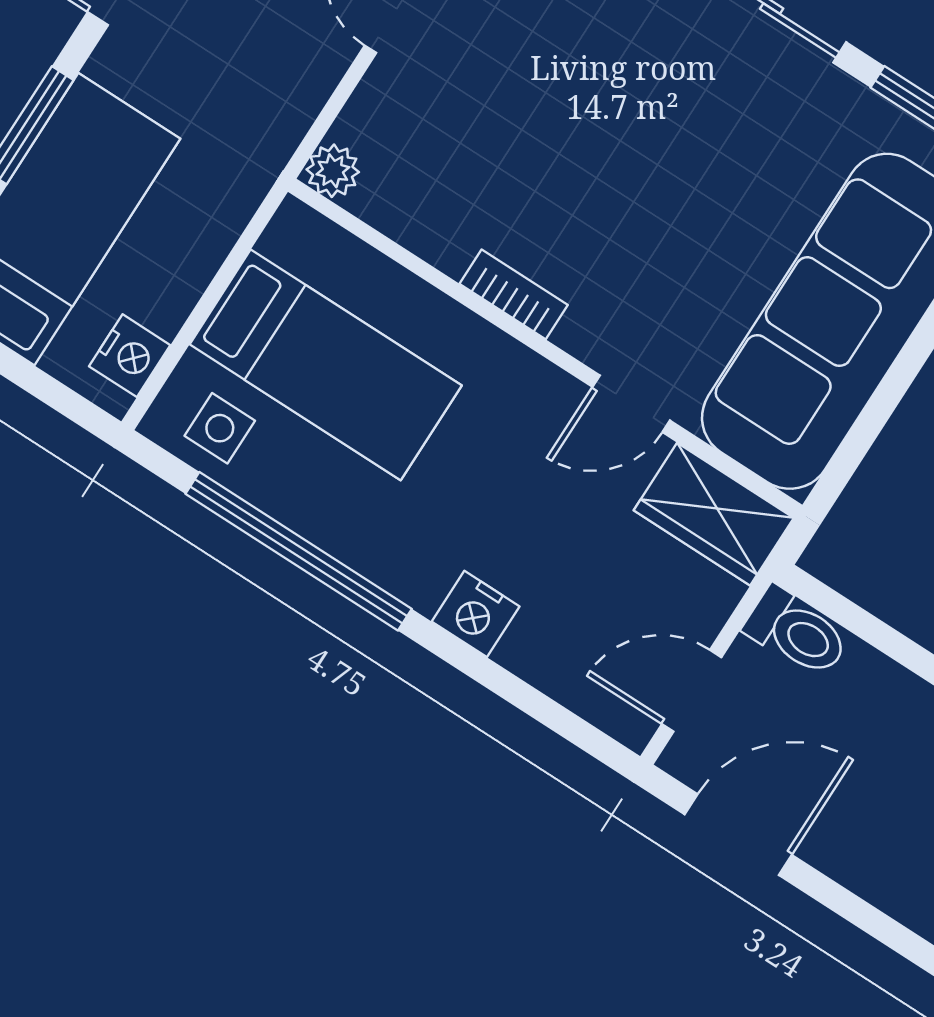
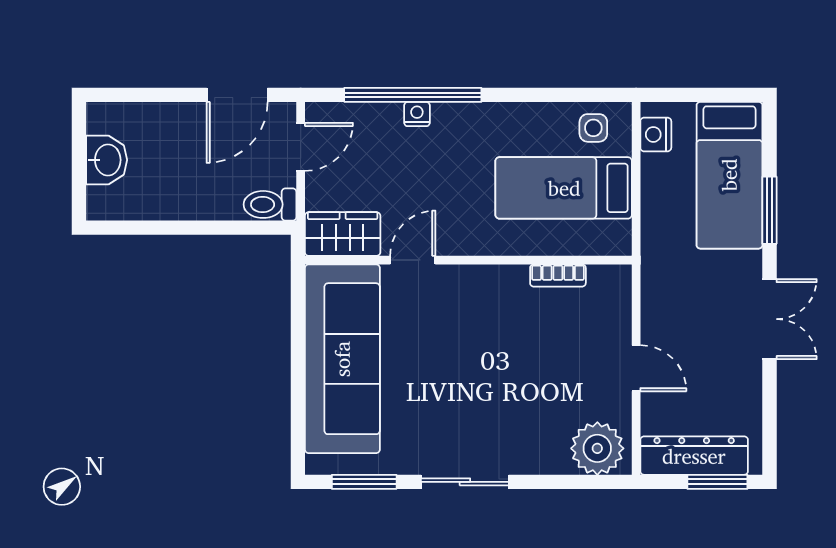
plant: (333, 171) -> (617, 279), removed
bookcase: (514, 294) -> (558, 275), moved
window: (299, 551) -> (413, 95), moved
nightstand: (476, 614) -> (417, 114), width x0.72, depth x0.74

